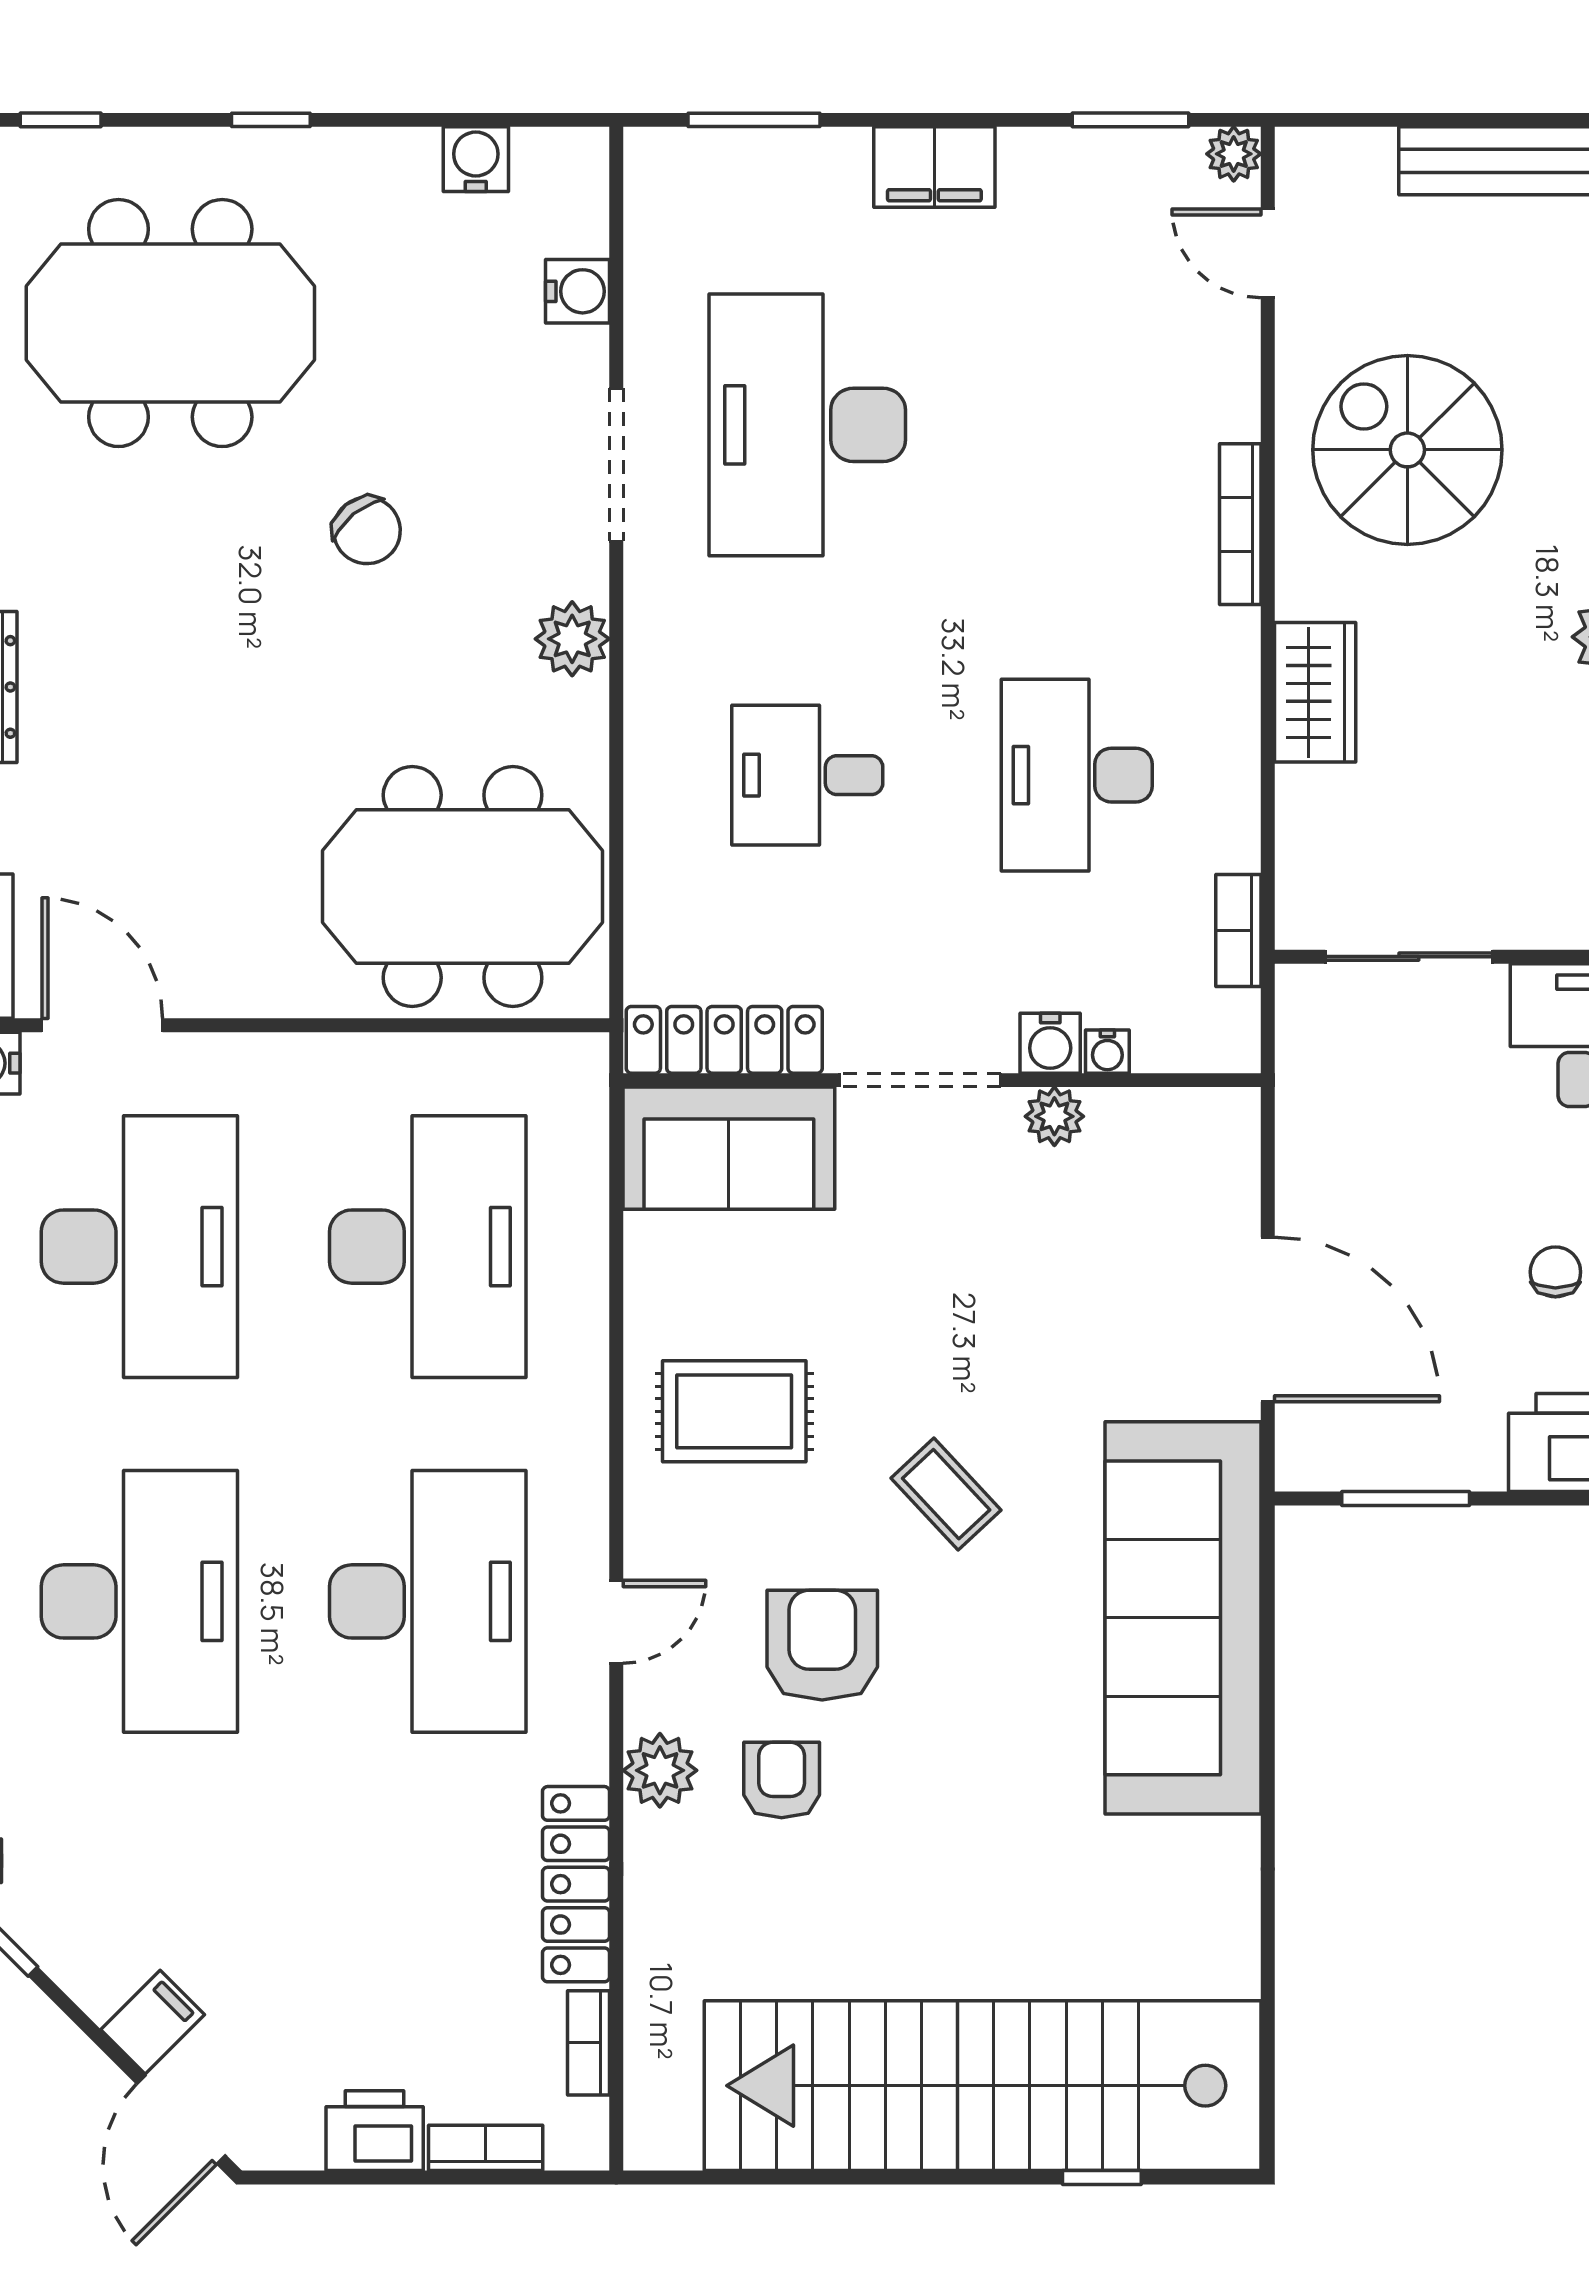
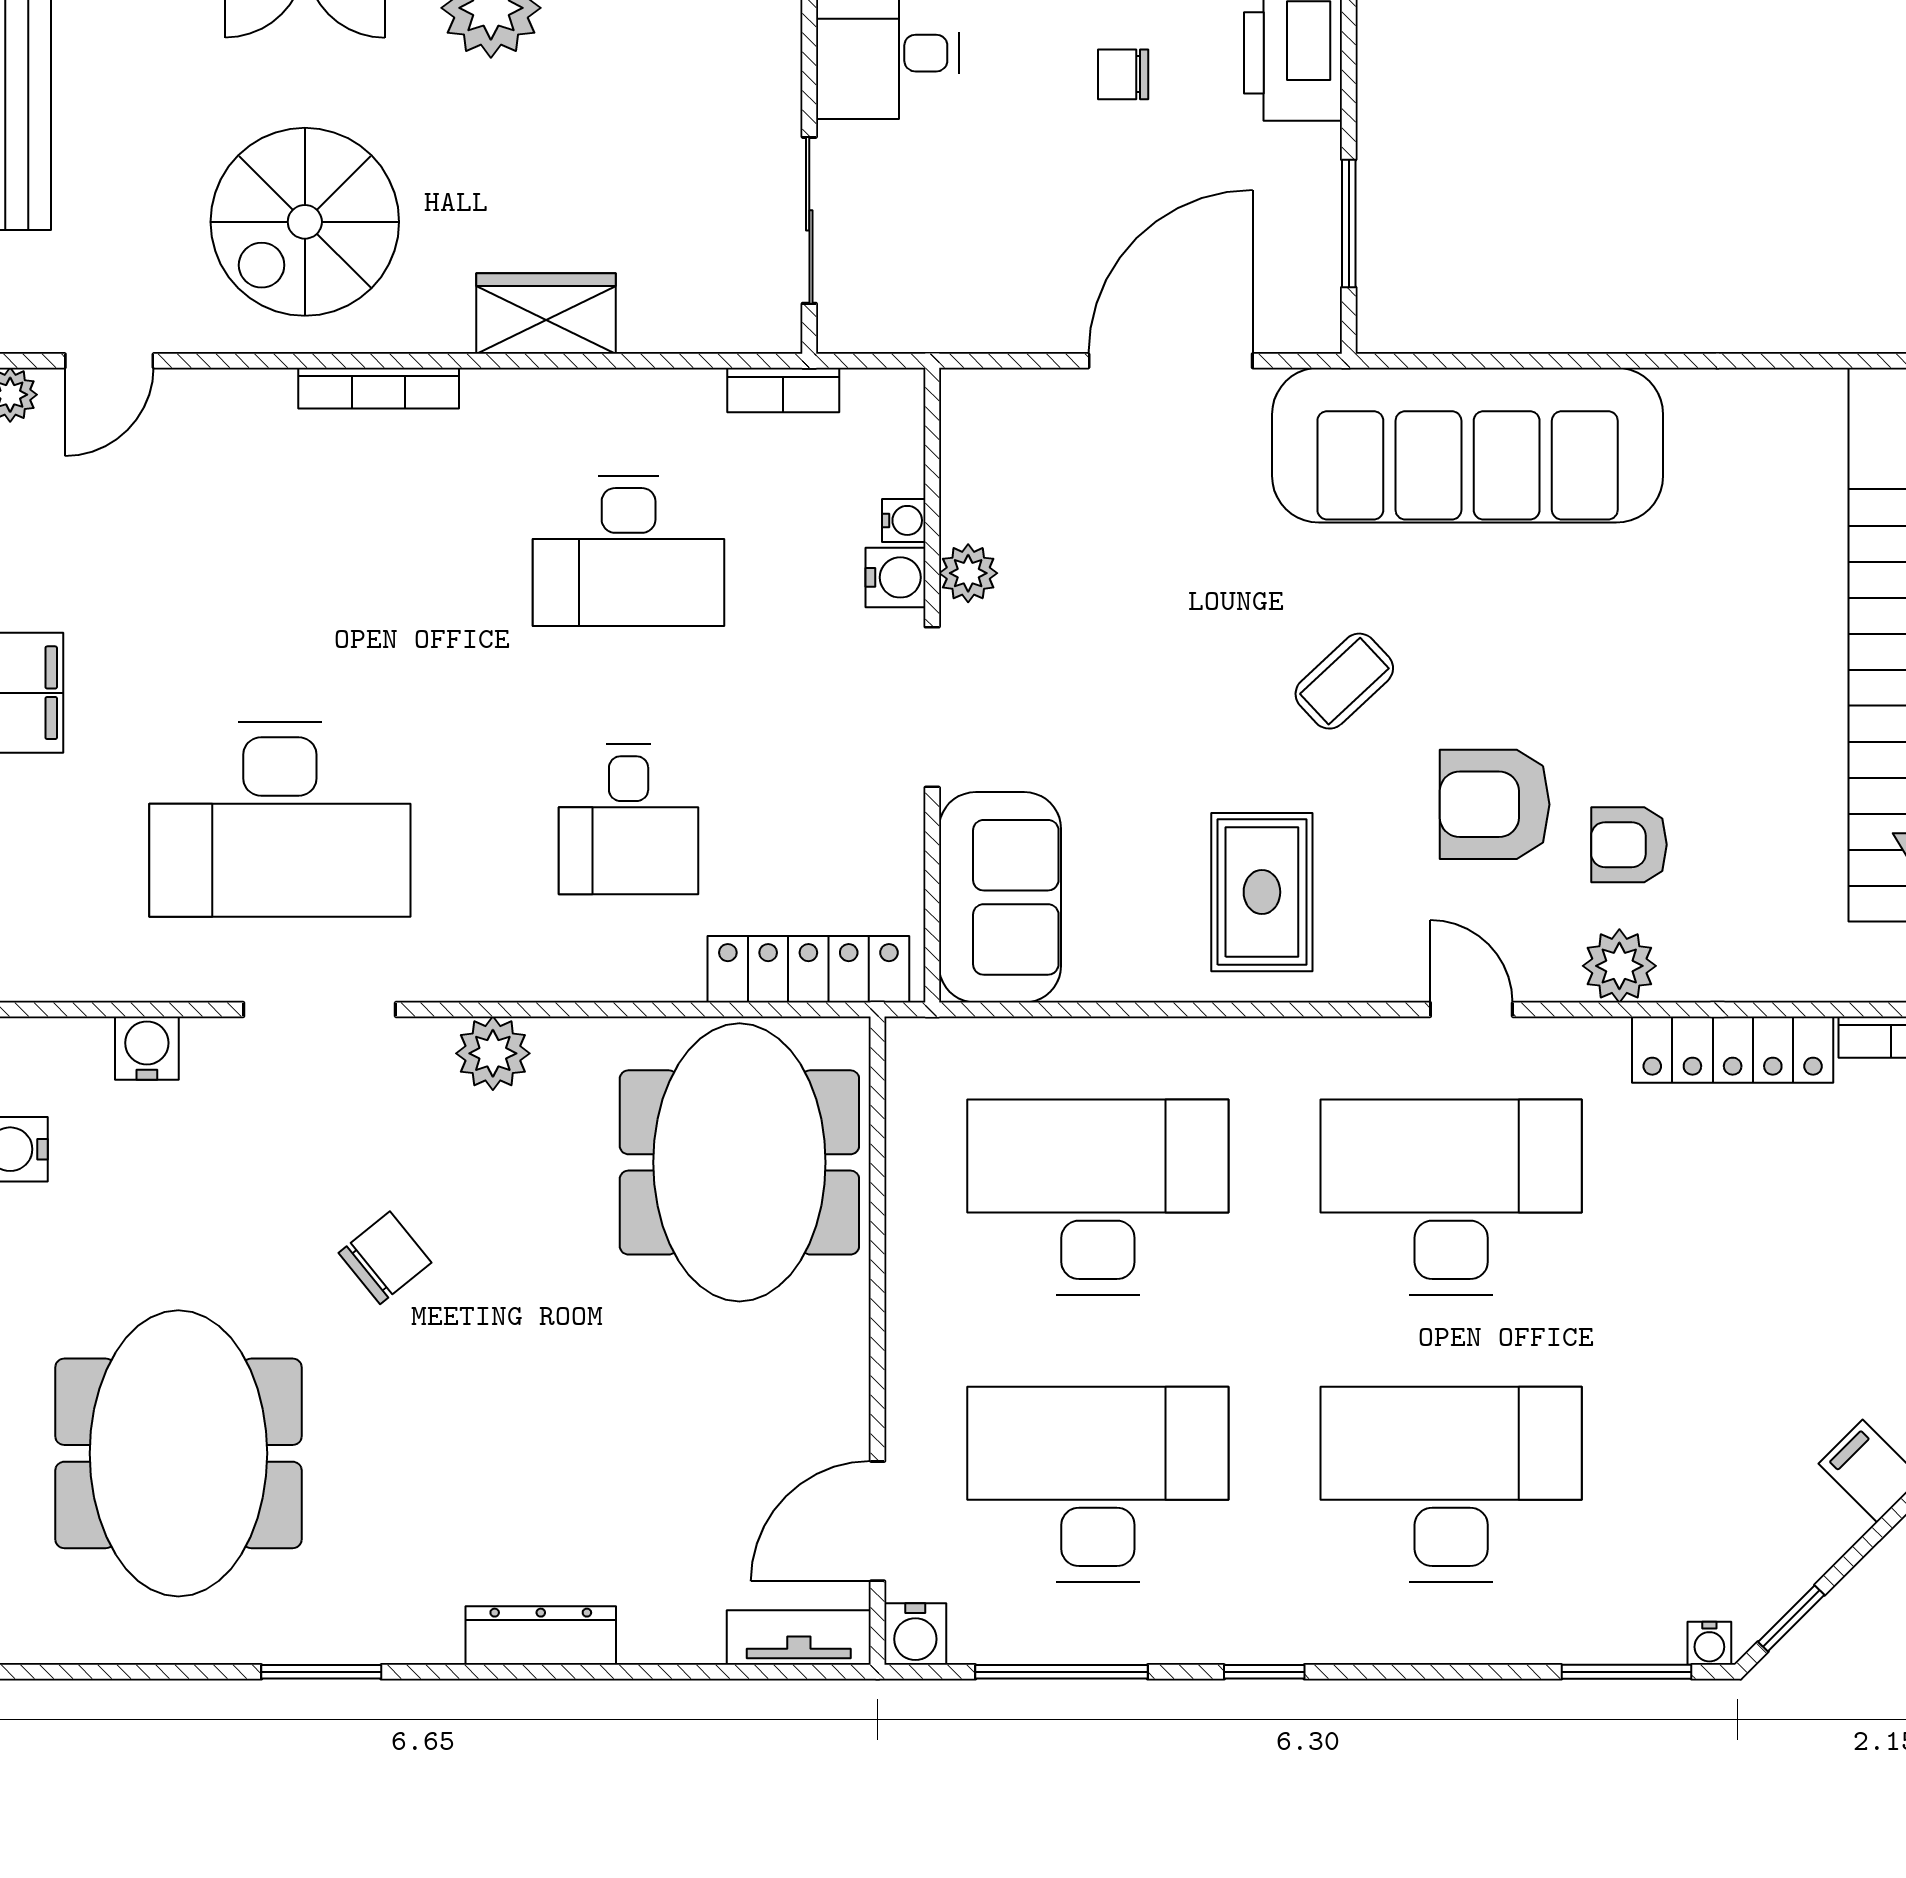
locker: (724, 1040) -> (808, 969), moved, turned 90

